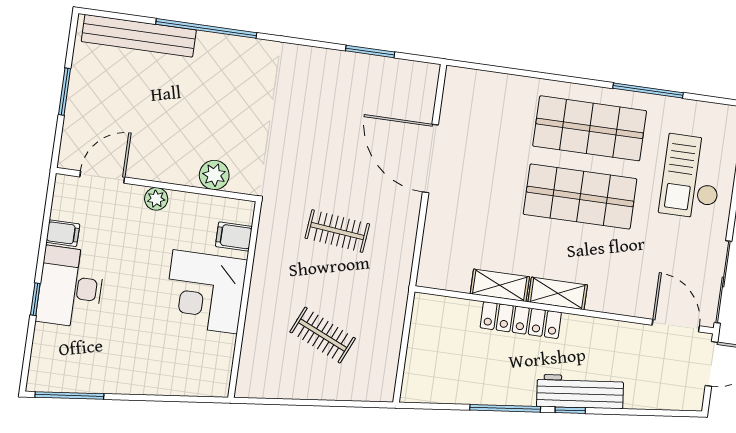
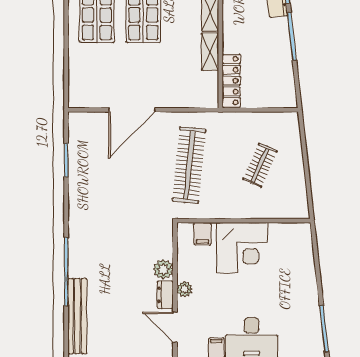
dresser: (152, 169) -> (165, 295), added
plant: (214, 175) -> (163, 269), moved
clothes rail: (337, 231) -> (189, 165), width x1.86, depth x1.31
locker: (521, 320) -> (231, 81), moved

